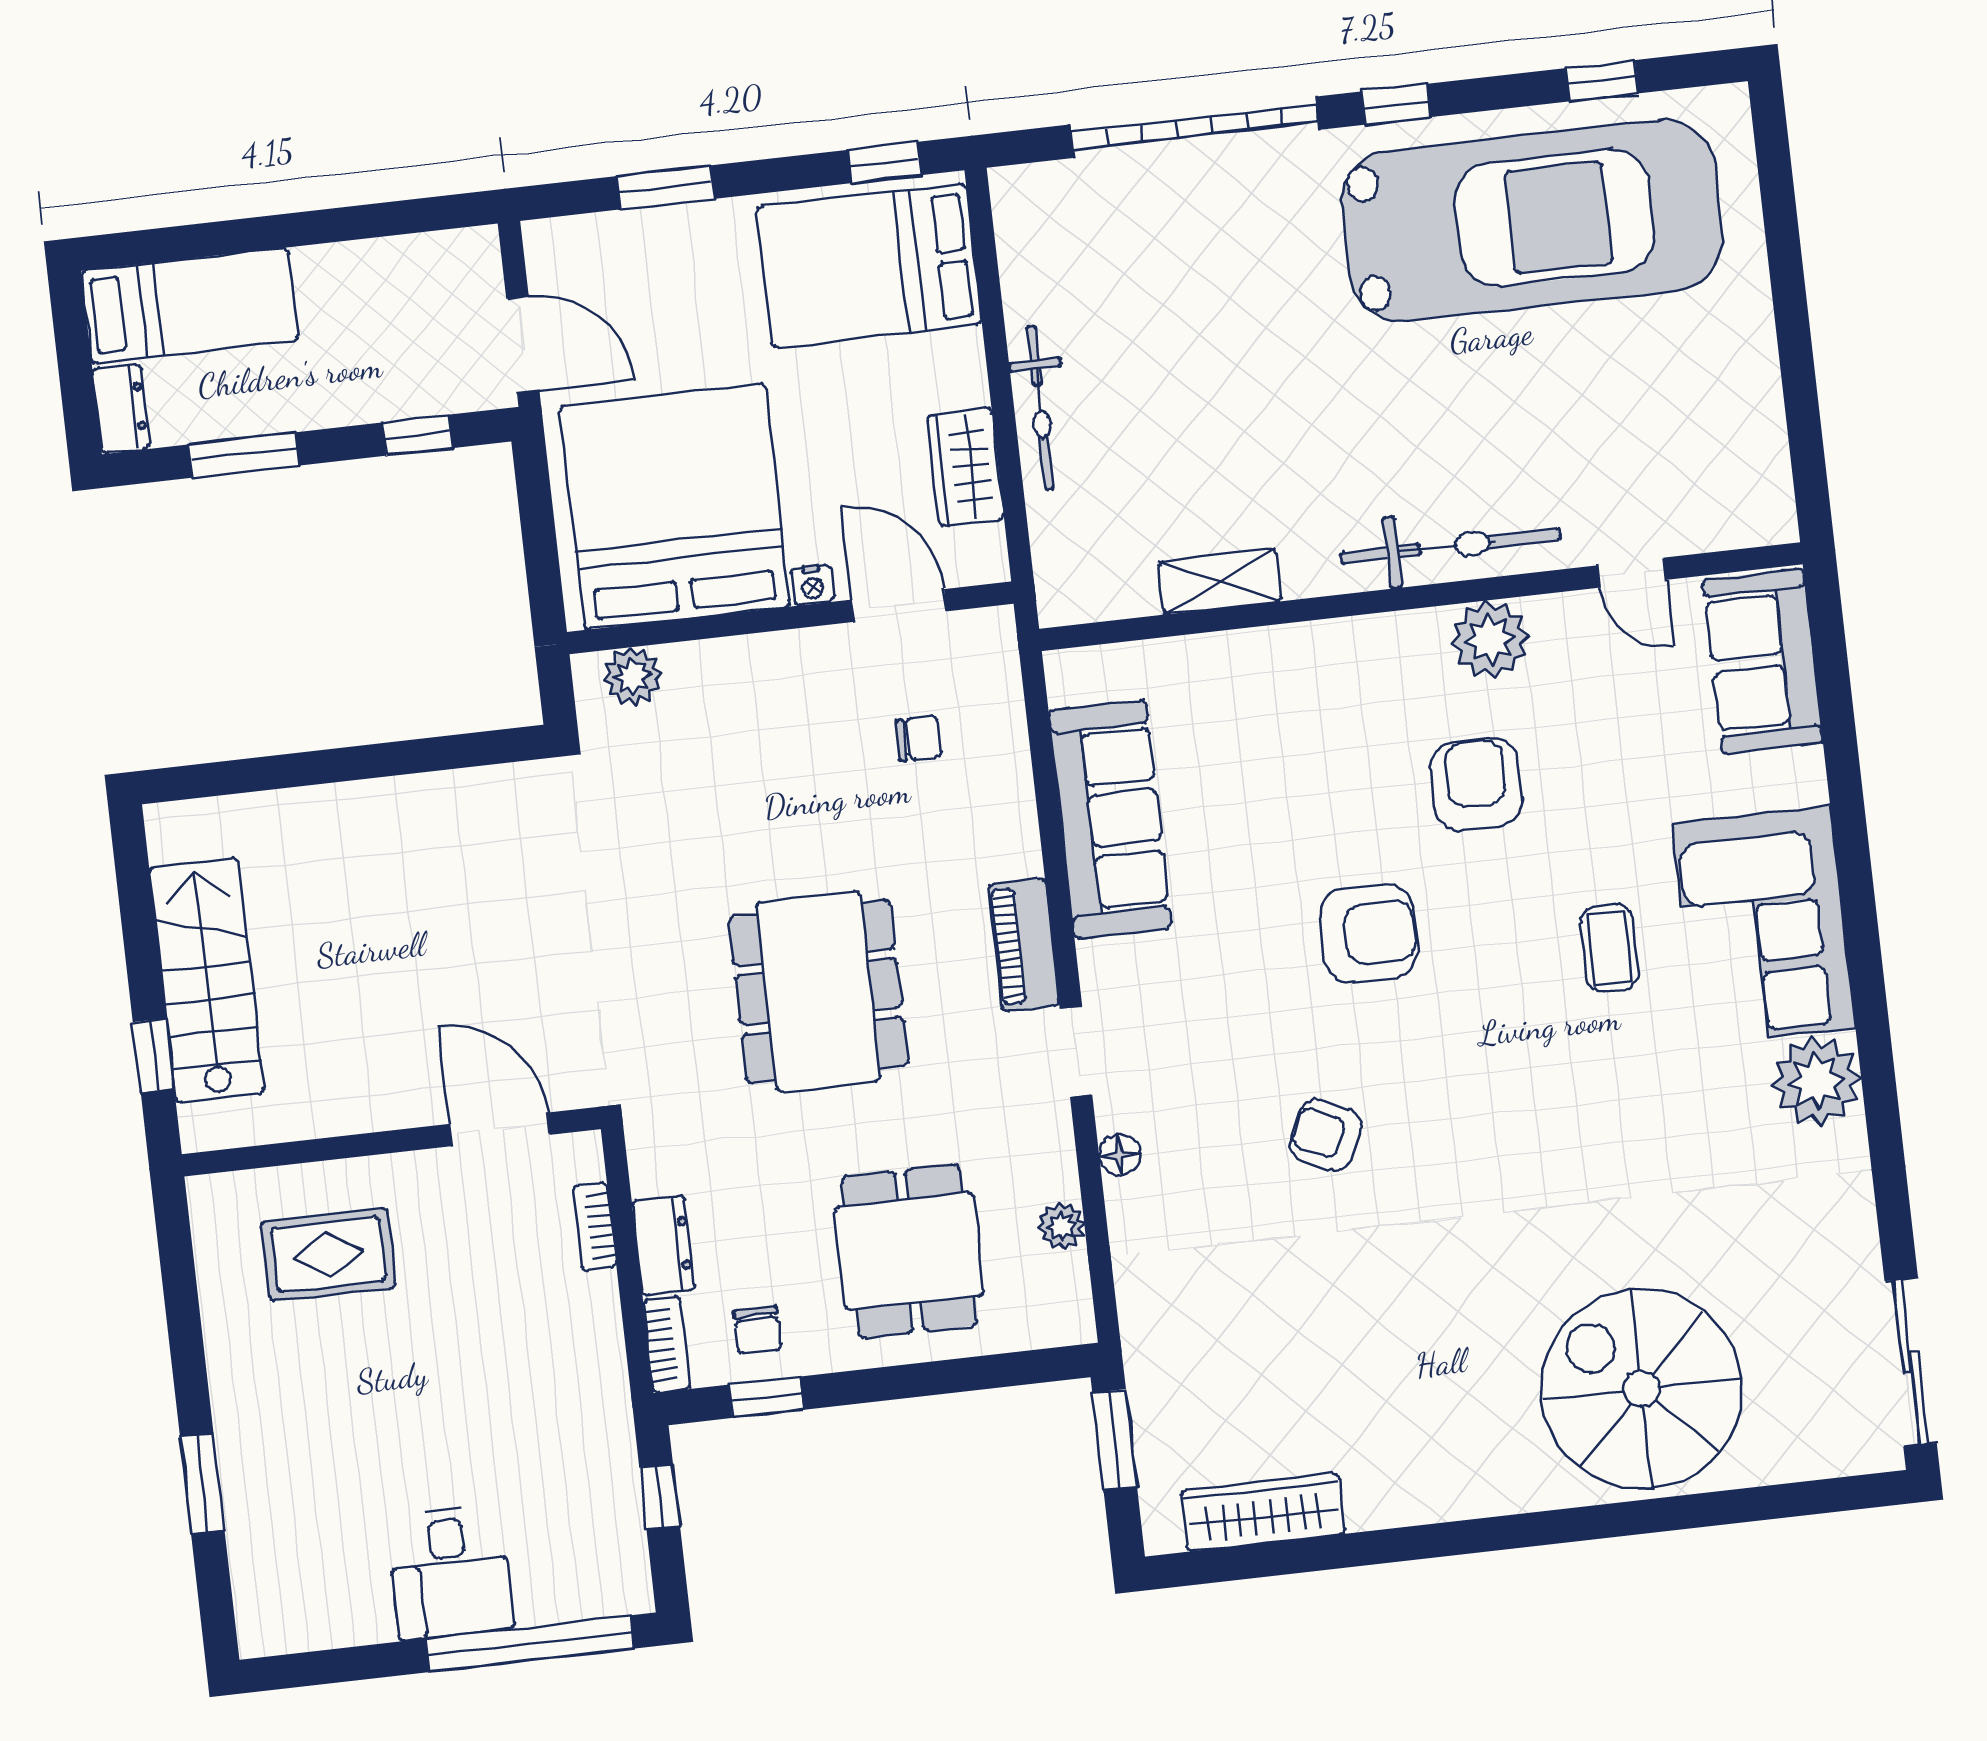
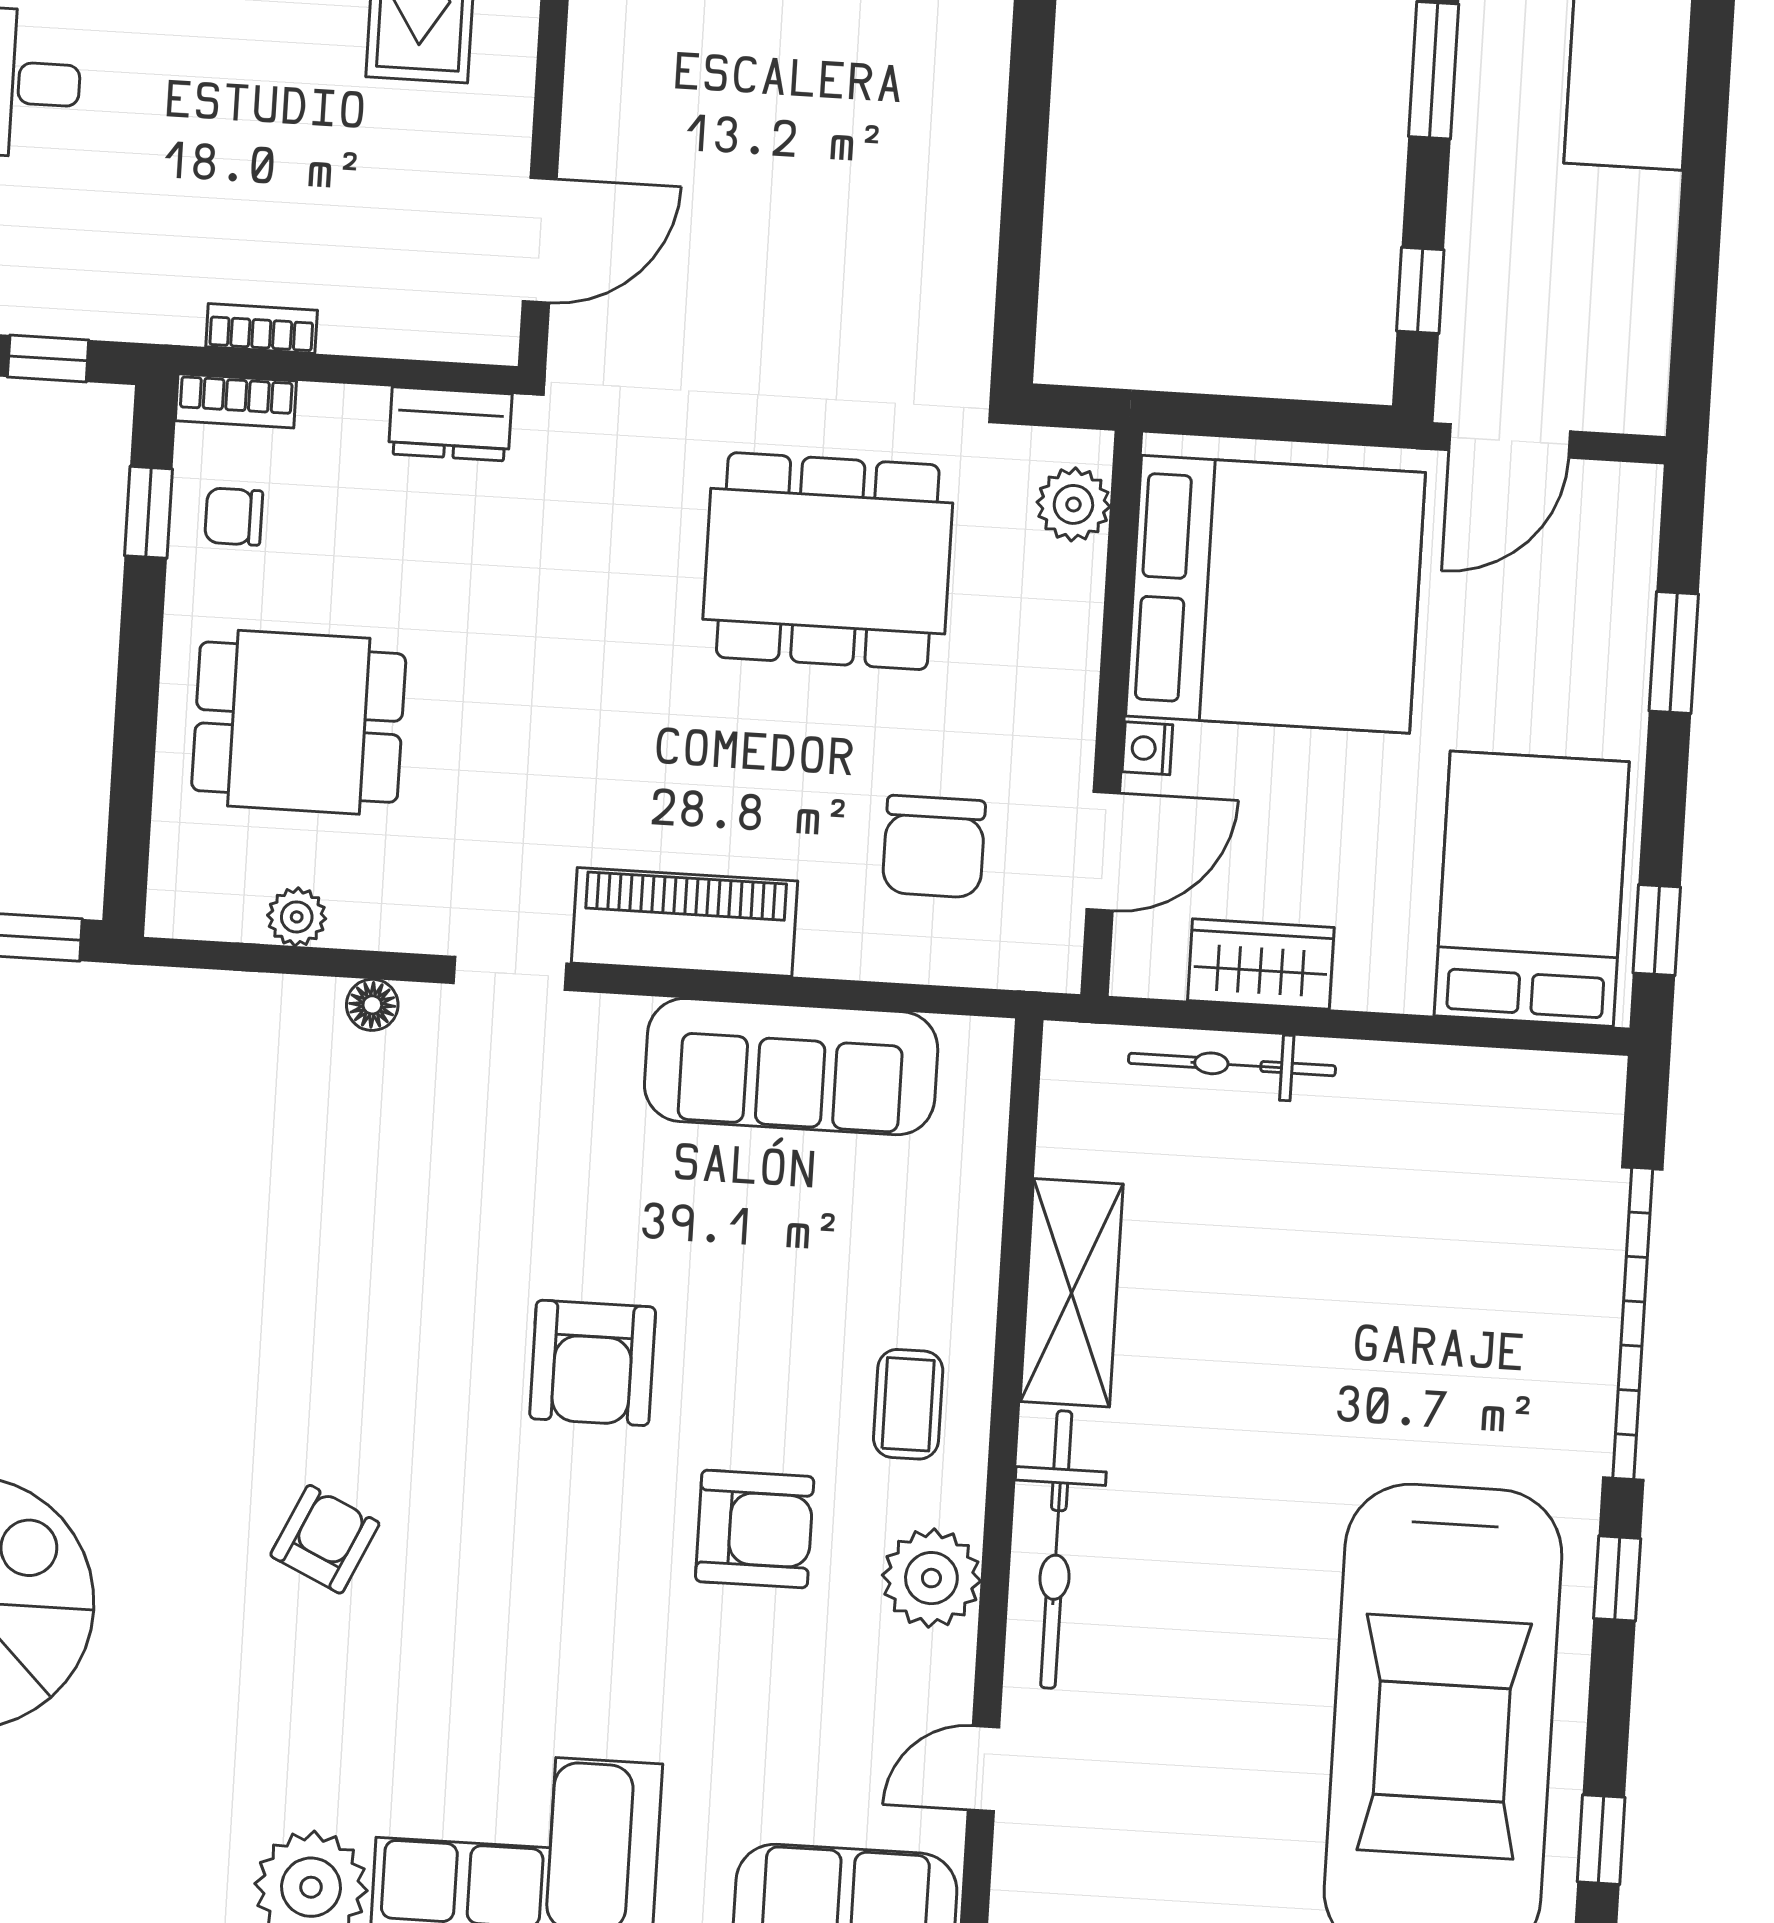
bicycle: (1040, 408) -> (1232, 1065), moved
shelving: (1220, 582) -> (1072, 1293), width x1.50, depth x1.33
chair: (919, 738) -> (934, 847), width x1.87, depth x1.87
piano: (1024, 945) -> (684, 922), width x1.37, depth x1.33
coffee table: (1610, 948) -> (908, 1404), moved, turned 90
dining table: (818, 992) -> (828, 561), moved
armchair: (1326, 1135) -> (325, 1539), moved
bookcase: (595, 1227) -> (262, 329), moved
dresser: (664, 1245) -> (450, 424), moved

